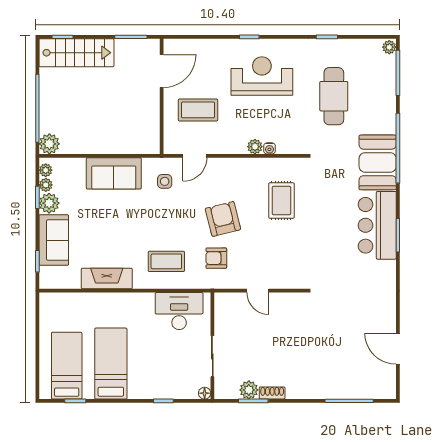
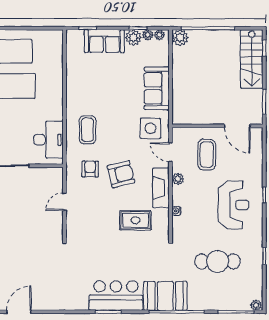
plant: (255, 147) -> (178, 179), moved
side table: (165, 181) -> (150, 128), width x1.87, depth x1.87
fireplace: (107, 278) -> (161, 188), moved, turned 180

